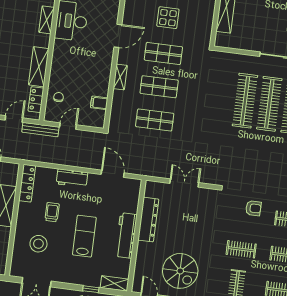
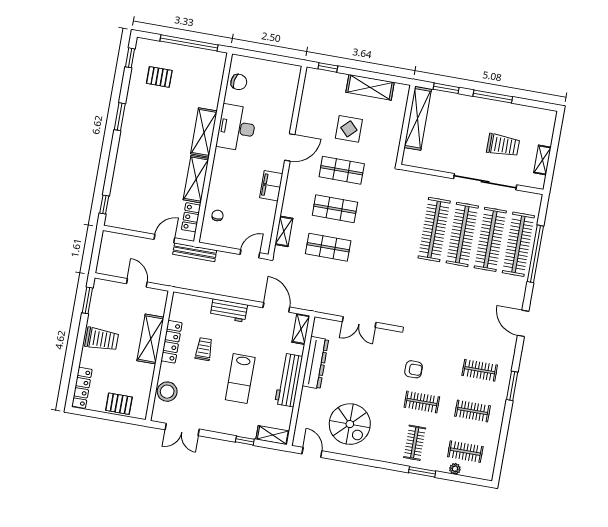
shelving: (47, 20) -> (204, 132), width x1.50, depth x1.33
shelving: (120, 77) -> (284, 231), moved
filing cabinet: (99, 103) -> (271, 186), moved, width x2.00
door: (68, 126) -> (250, 254), moved
locker: (27, 183) -> (172, 342), moved
double door: (184, 183) -> (359, 322), swing flipped
shelving: (135, 191) -> (301, 329), added
armchair: (253, 208) -> (414, 369), moved
lab bench: (84, 236) -> (240, 379), turned 180
stool: (38, 244) -> (167, 392), moved

